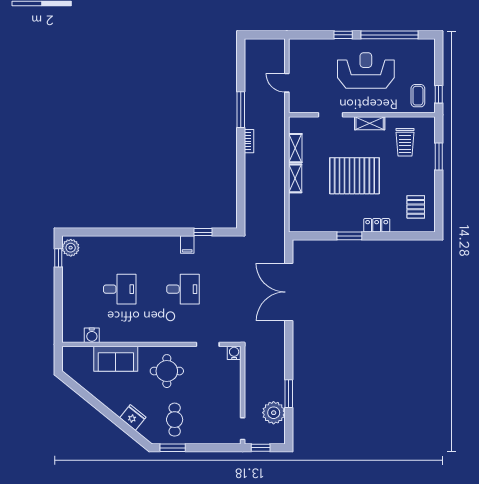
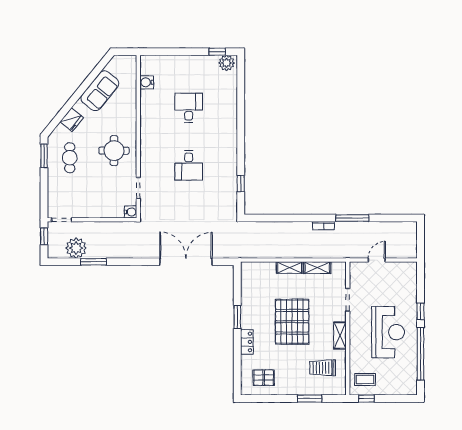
filing cabinet: (187, 245) -> (229, 169), removed
desk: (120, 289) -> (189, 108), turned 180
sofa: (116, 359) -> (100, 91), moved, turned -141
cafe table: (175, 420) -> (70, 158), turned 90

